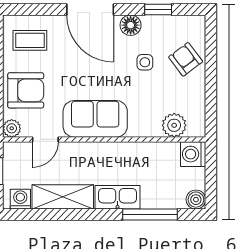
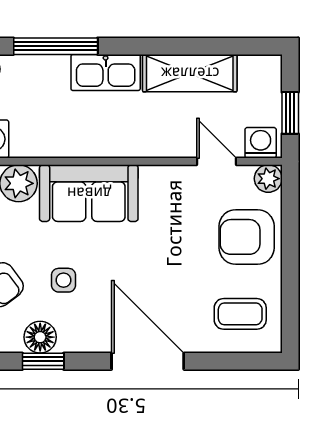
floor lamp: (131, 25) -> (40, 337), moved
sofa: (95, 119) -> (89, 193), moved
door: (45, 139) -> (216, 161), hinge flipped
washing machine: (20, 199) -> (261, 143), moved, turned 180

